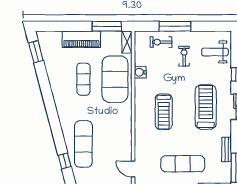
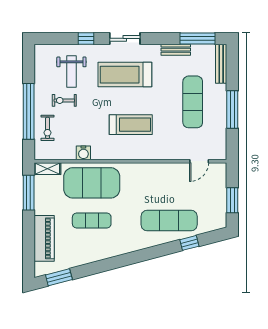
window: (175, 26) -> (29, 111), width x1.46
piano: (81, 39) -> (44, 238), moved
weight bench: (215, 52) -> (71, 71), moved

